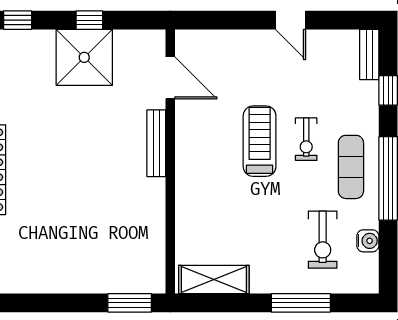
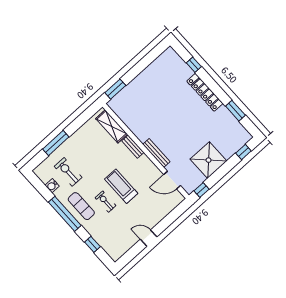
window: (89, 20) -> (202, 190), moved
bench: (369, 54) -> (133, 147), moved
treadmill: (260, 141) -> (121, 186), turned 180
shelving: (214, 279) -> (112, 126), moved, turned 90

